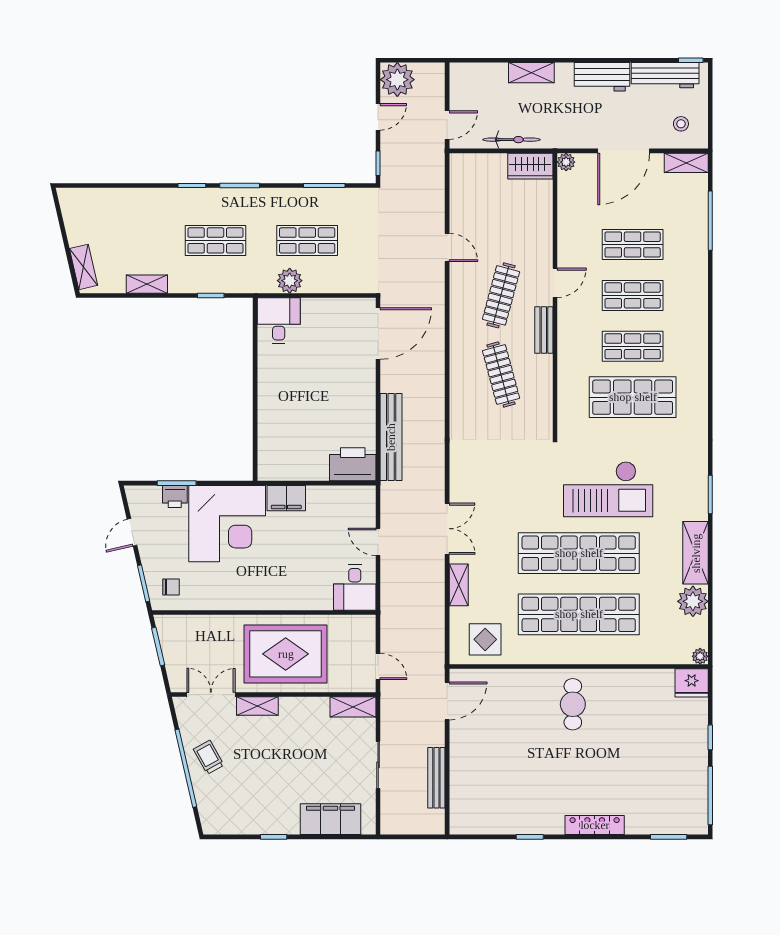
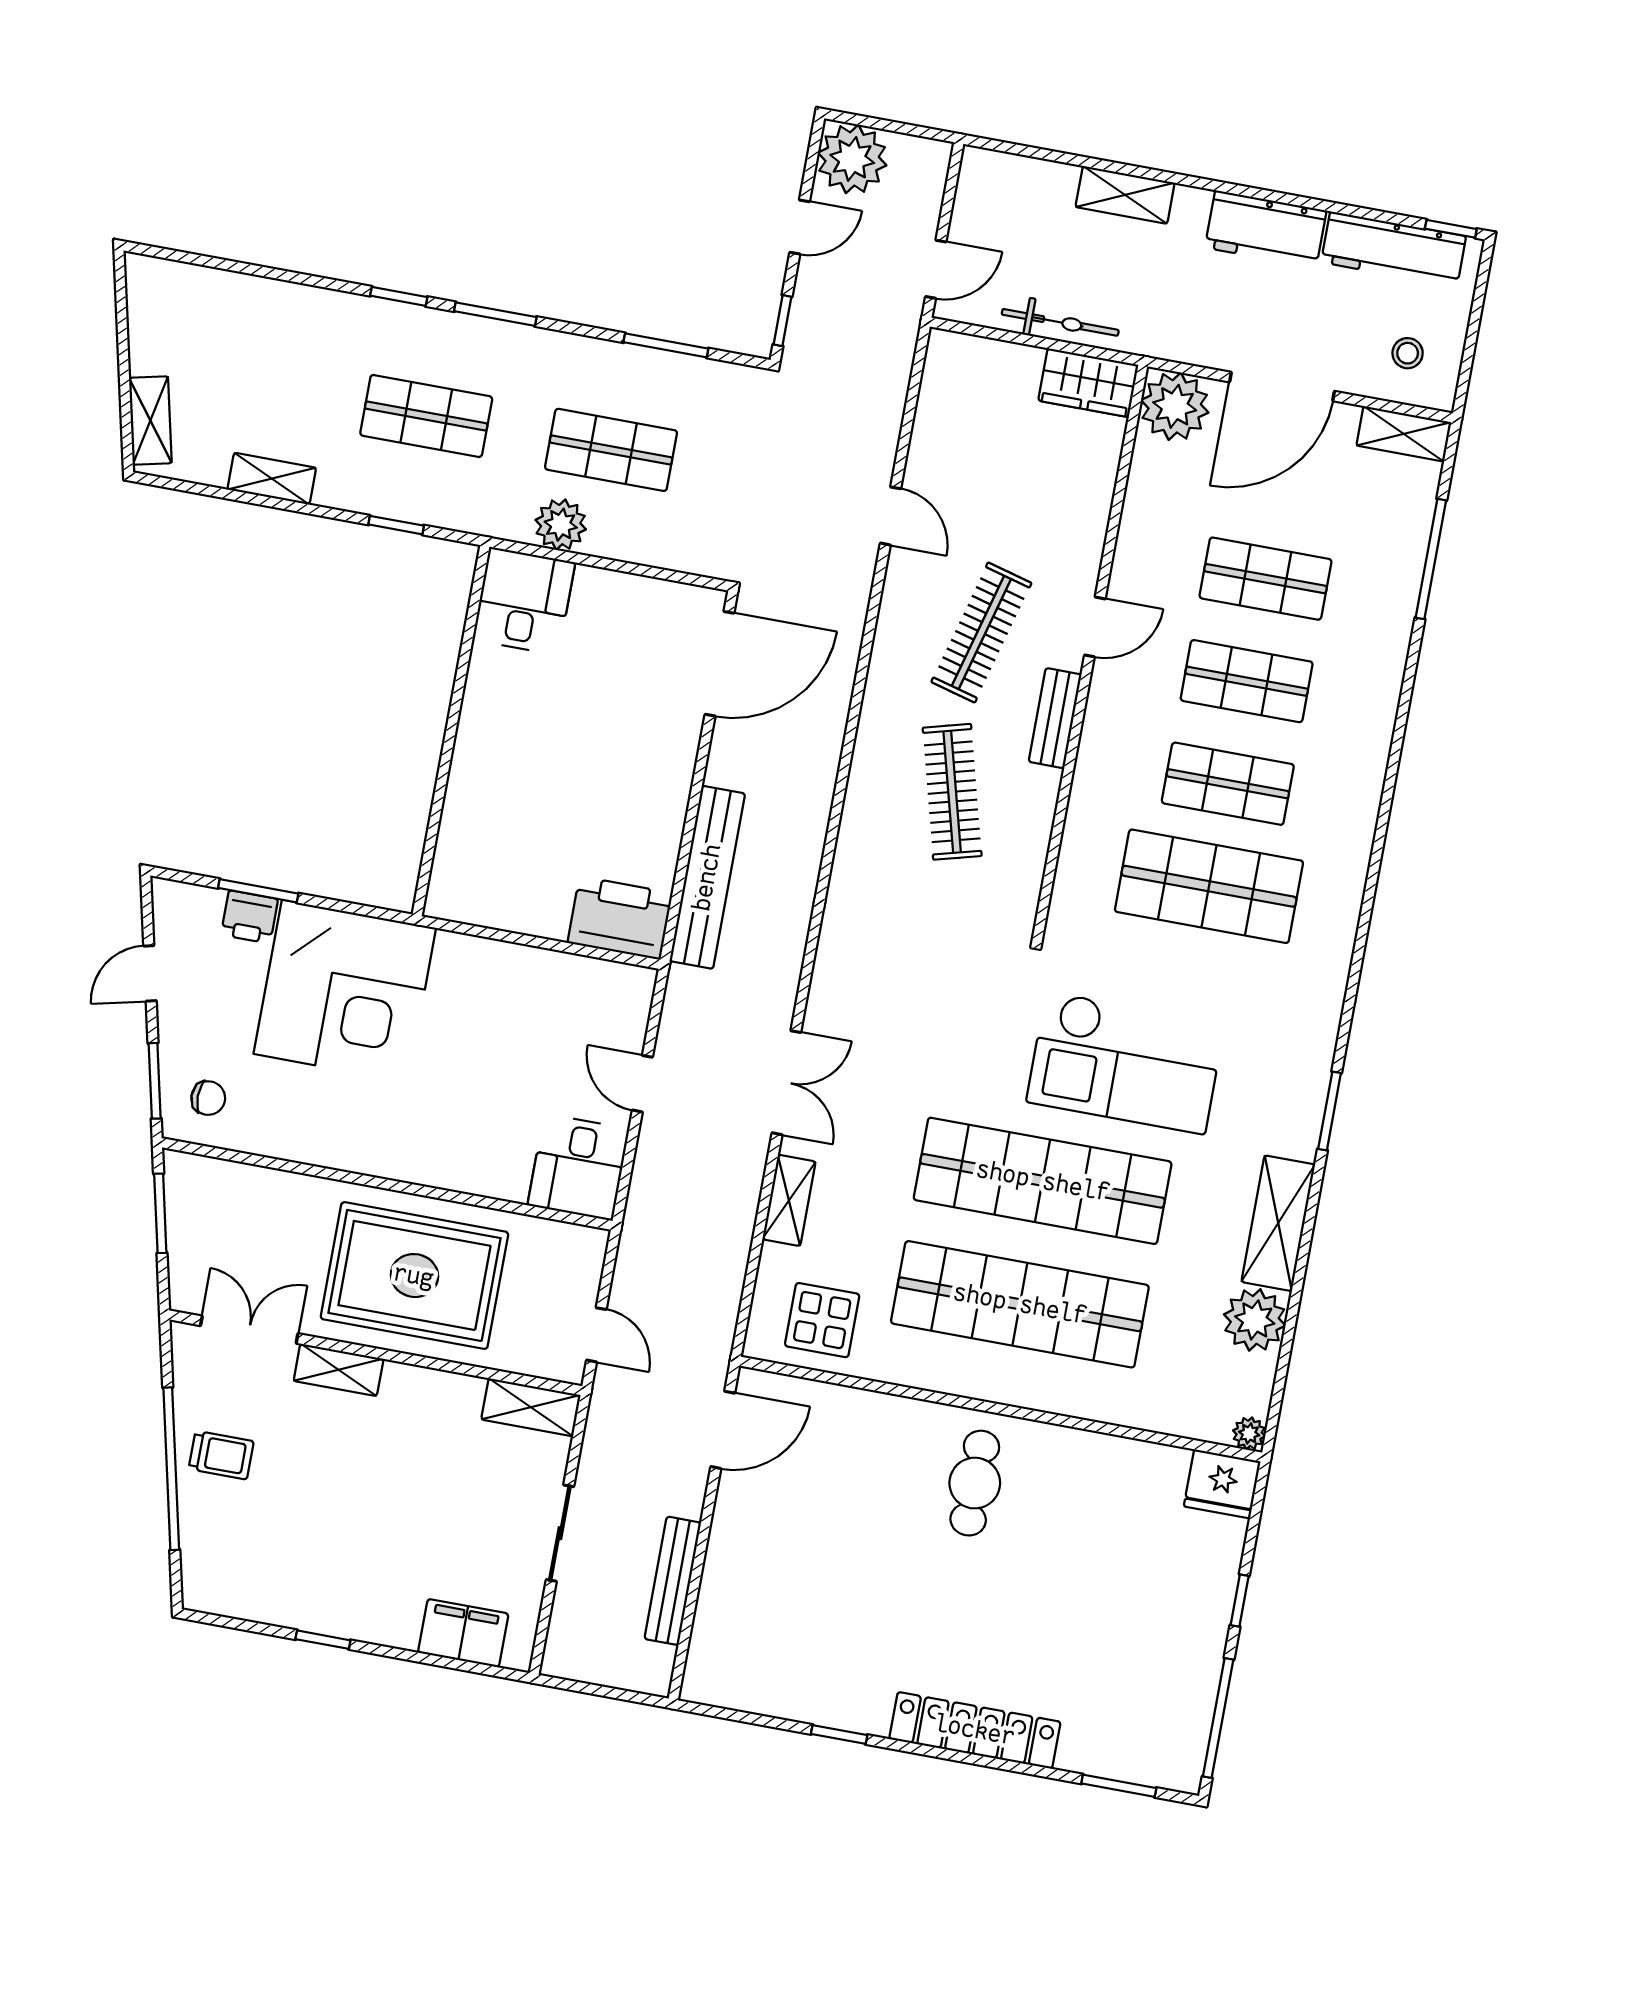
plant: (566, 162) -> (1175, 406), width x1.88, depth x1.88
filing cabinet: (286, 498) -> (474, 961), removed
trolley: (209, 757) -> (221, 1455), turned 119
filing cabinet: (330, 819) -> (463, 1633), width x0.67, depth x0.86
locker: (595, 825) -> (975, 1730), width x1.41, depth x1.21

